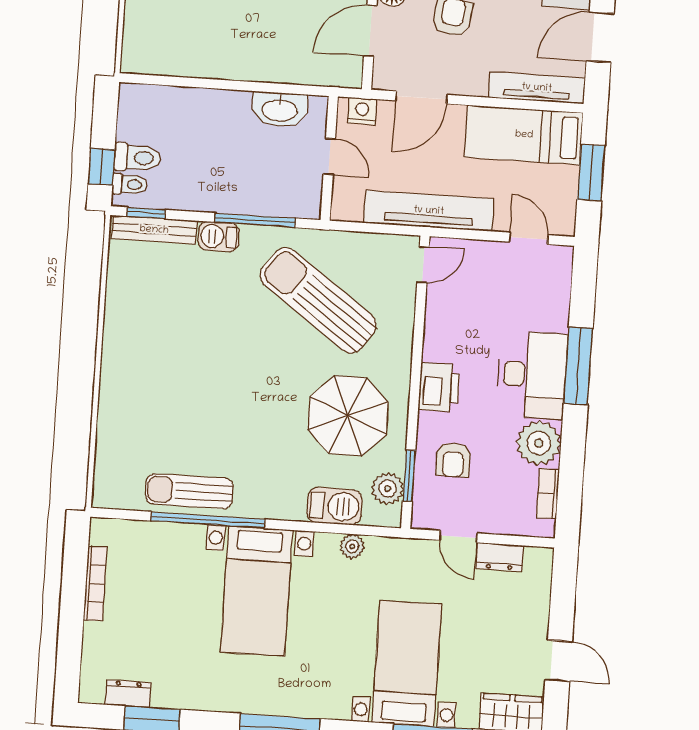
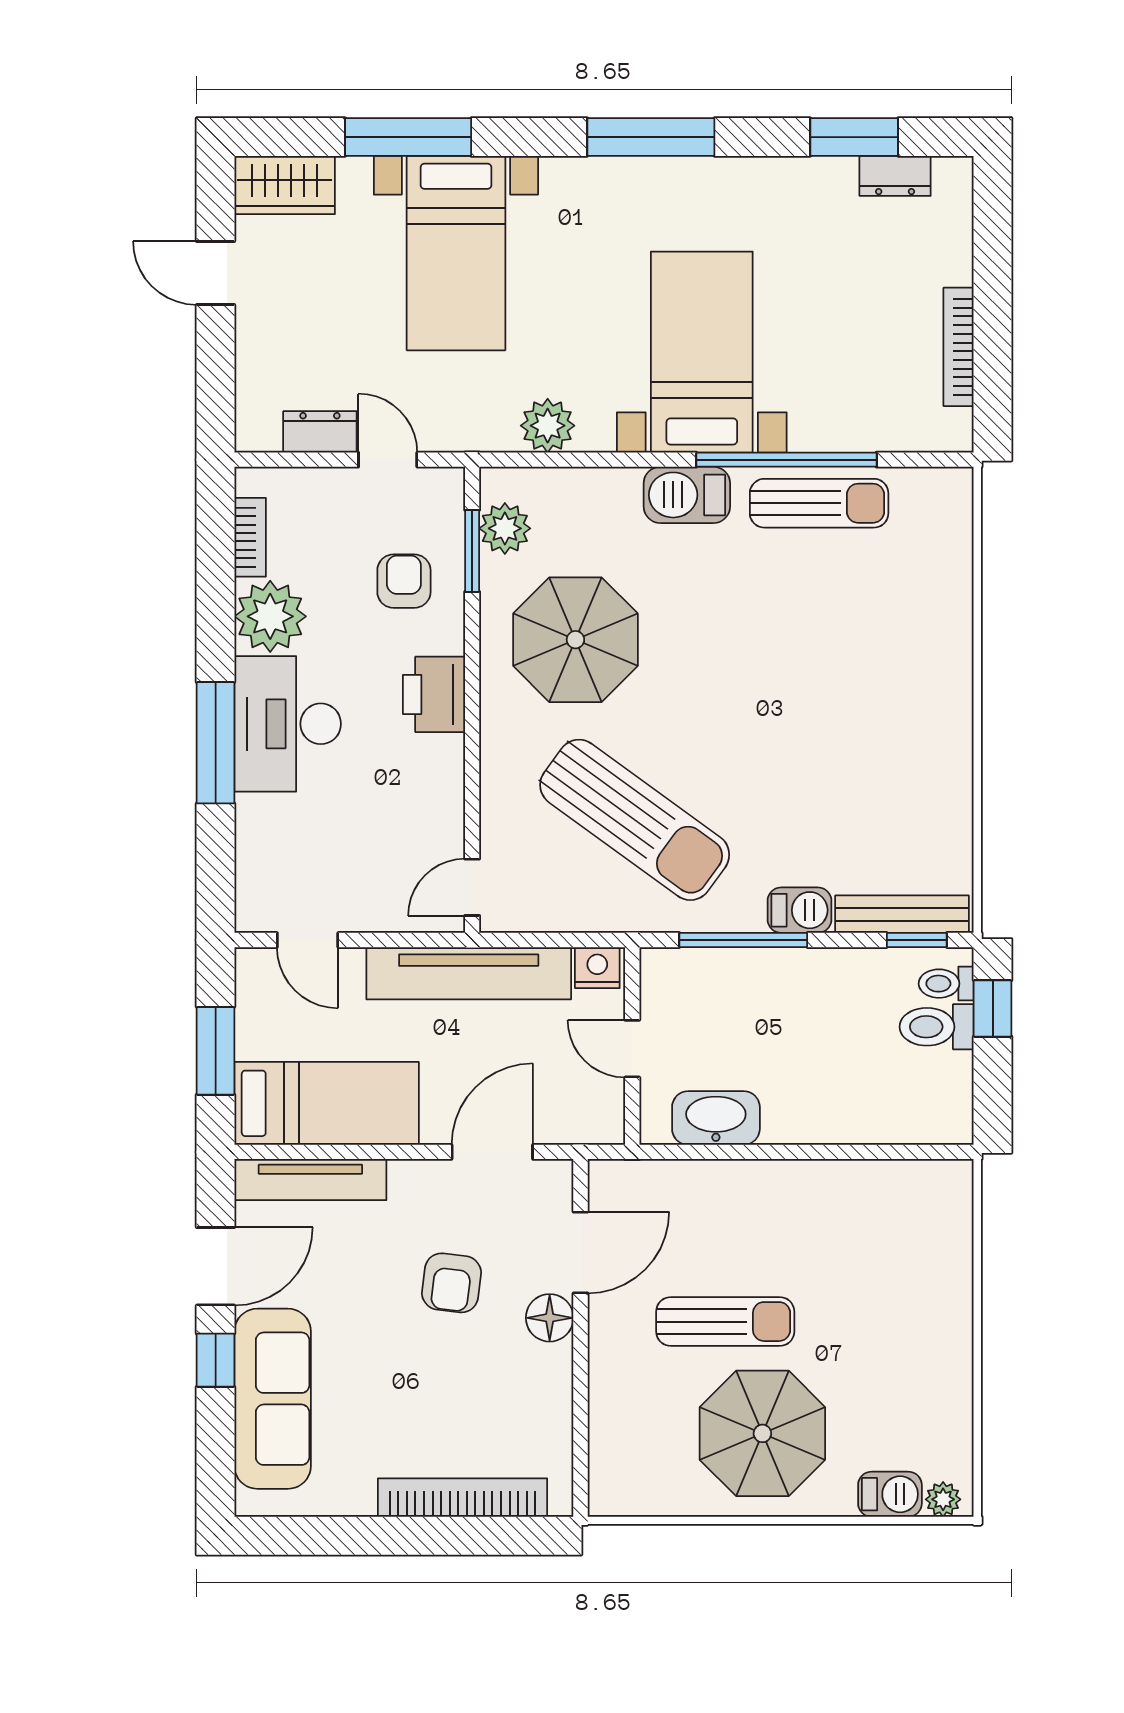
nightstand: (362, 111) -> (597, 968), moved, turned 180
barbecue: (335, 506) -> (687, 495), moved
plant: (352, 546) -> (548, 426), width x1.38, depth x1.38

